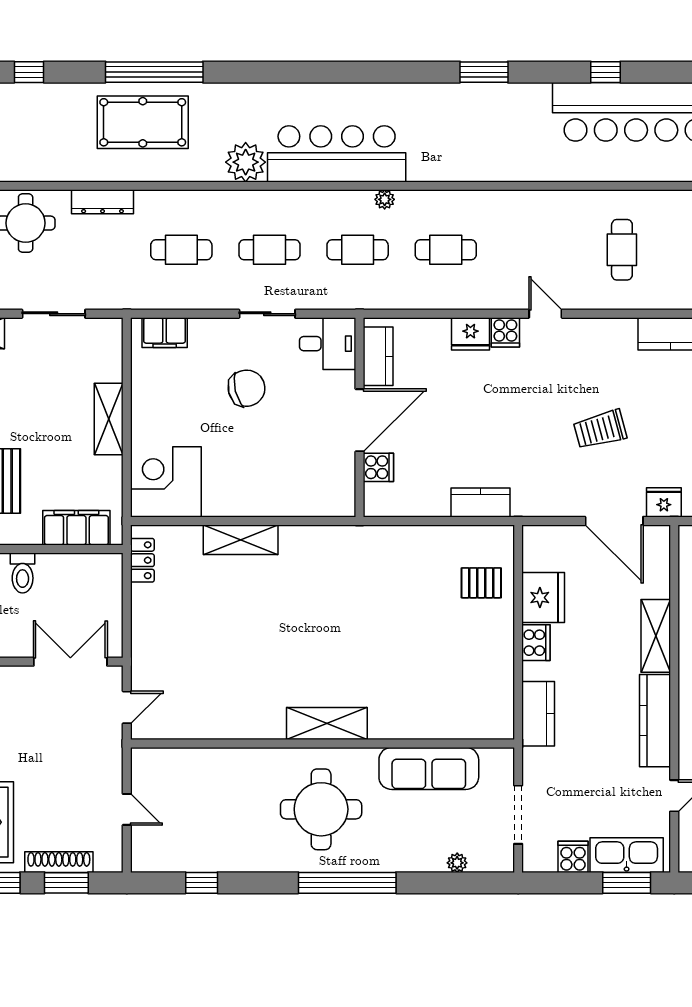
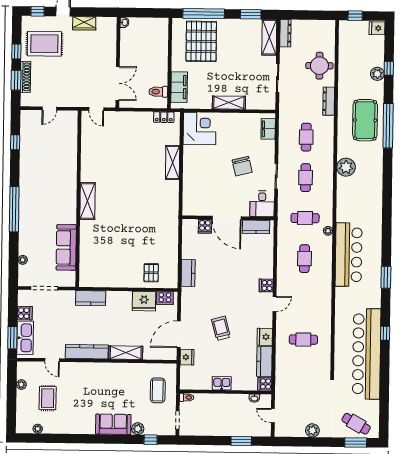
plant: (42, 97) -> (377, 74), added
bar counter: (337, 154) -> (349, 255), moved
cafe table: (358, 250) -> (305, 218), turned 90
fridge: (470, 334) -> (265, 337), moved
toilet: (23, 573) -> (158, 92), moved
cooker: (536, 643) -> (165, 298), moved
round table: (321, 809) -> (48, 198), removed

